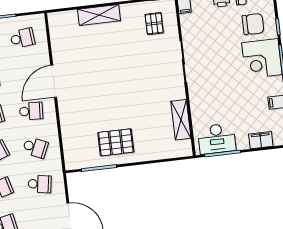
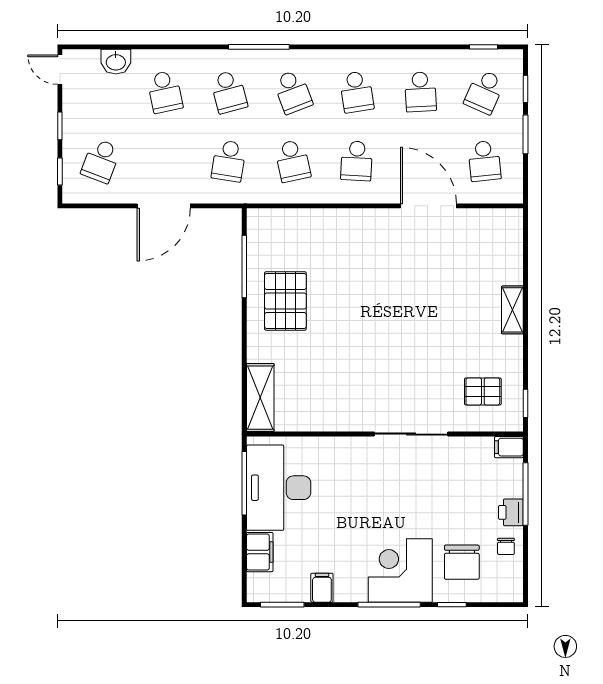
shelving: (99, 15) -> (512, 310), width x0.67, depth x0.75
door: (54, 81) -> (429, 206), moved
shelving: (181, 120) -> (260, 398), moved, turned 90
desk: (217, 139) -> (279, 488), width x1.36, depth x1.30
school desk: (35, 148) -> (293, 161), turned -36

